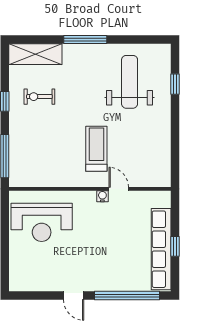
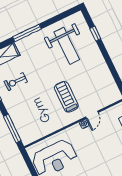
weight bench: (130, 82) -> (67, 46), turned 180
door: (119, 189) -> (92, 115), swing flipped

